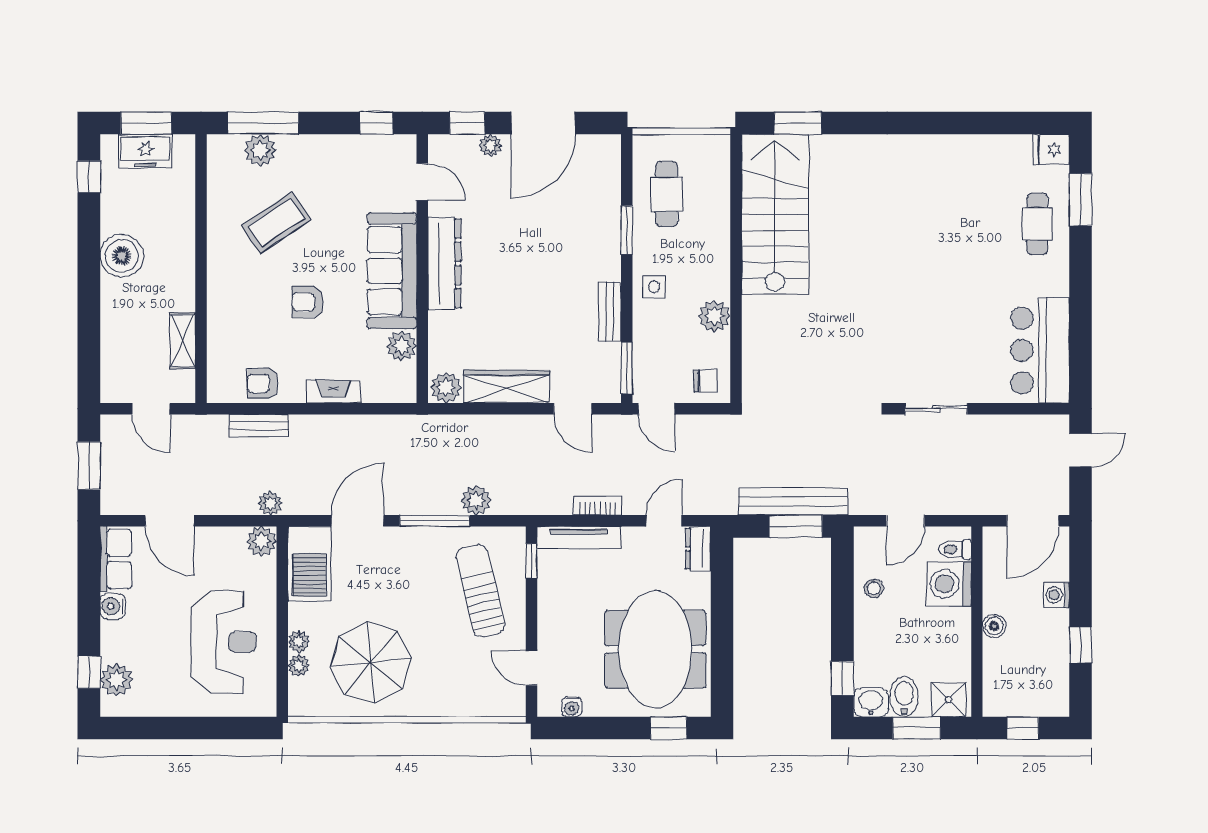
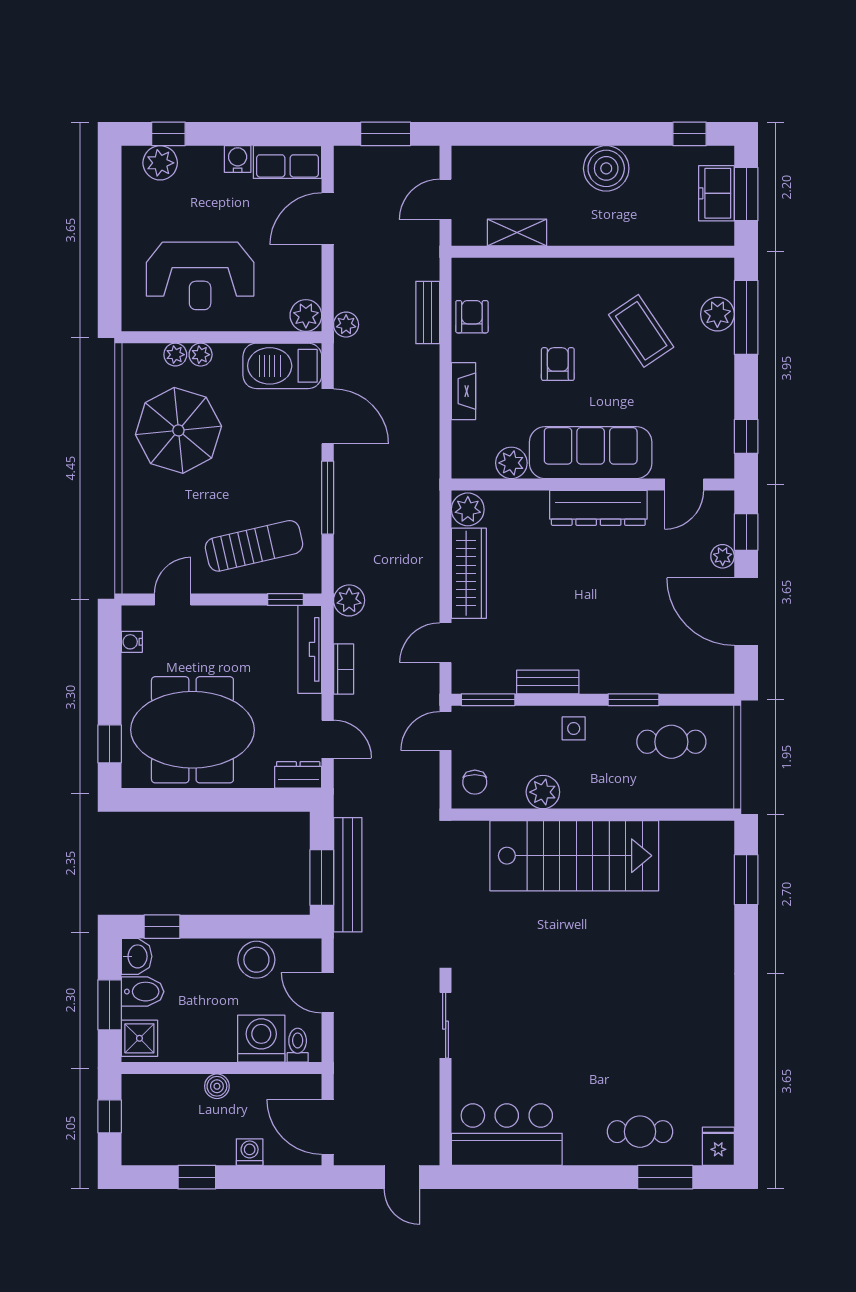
stairs: (775, 214) -> (574, 856), moved
plant: (476, 500) -> (349, 600), moved
stool: (874, 588) -> (256, 960), width x1.89, depth x1.89

